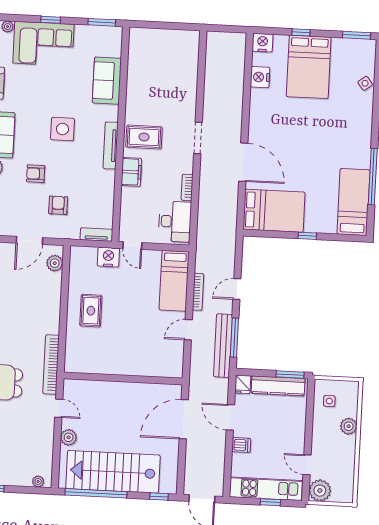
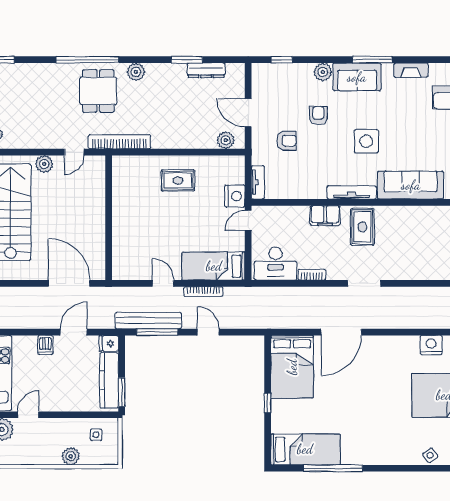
sofa: (107, 81) -> (411, 185), width x1.36

